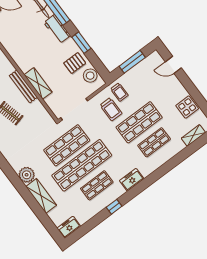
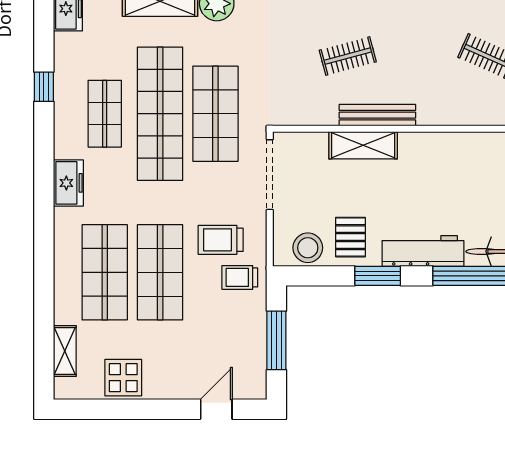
workbench: (57, 29) -> (423, 251), width x1.38
shop shelf: (154, 142) -> (105, 272), width x1.43, depth x1.36
window: (114, 207) -> (44, 87), moved

